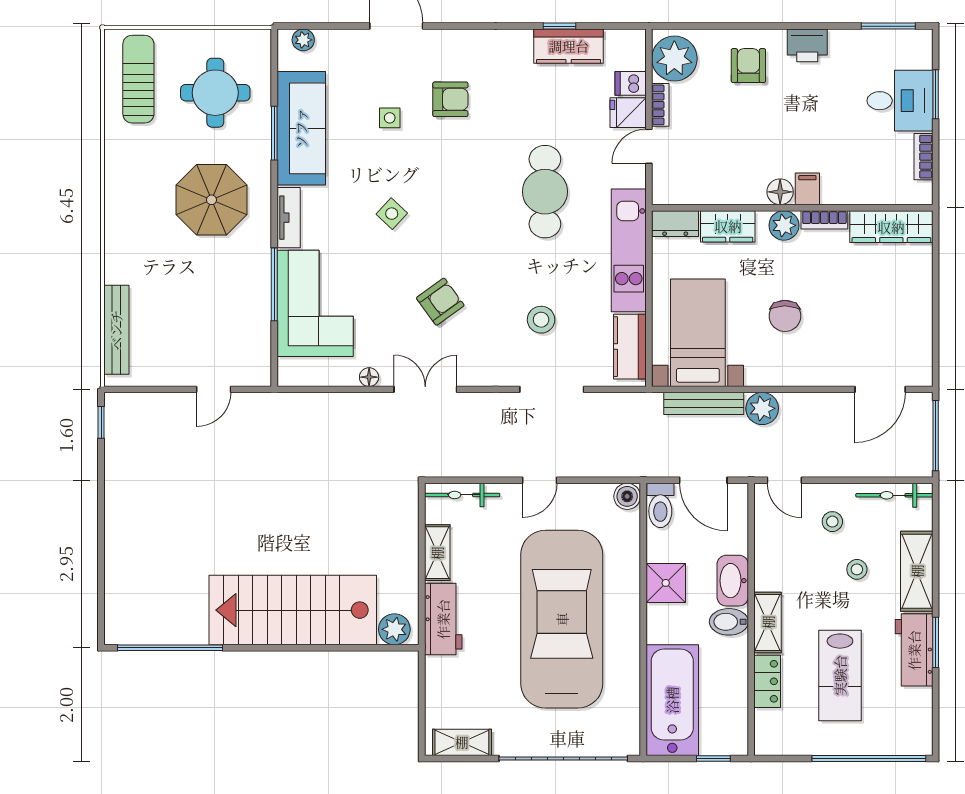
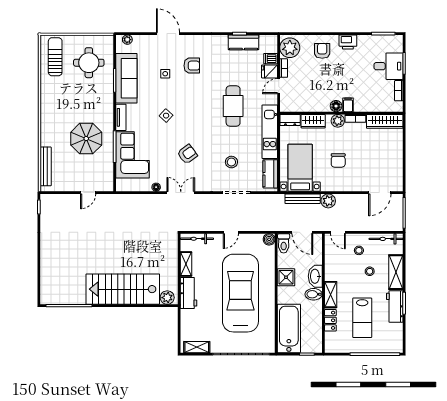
parasol: (211, 200) -> (86, 139), moved

